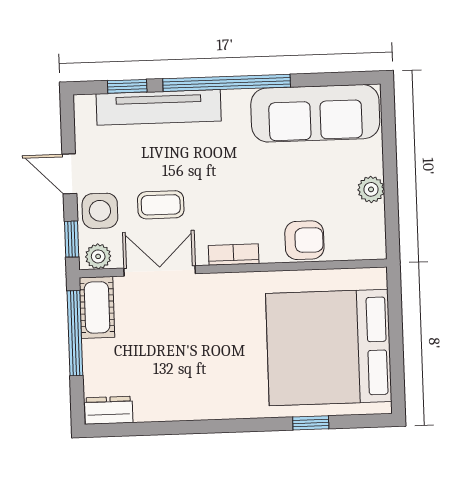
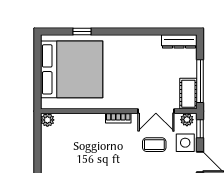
plant: (371, 189) -> (47, 120), moved
armchair: (304, 240) -> (82, 124), removed
dresser: (109, 410) -> (179, 41), width x1.44

